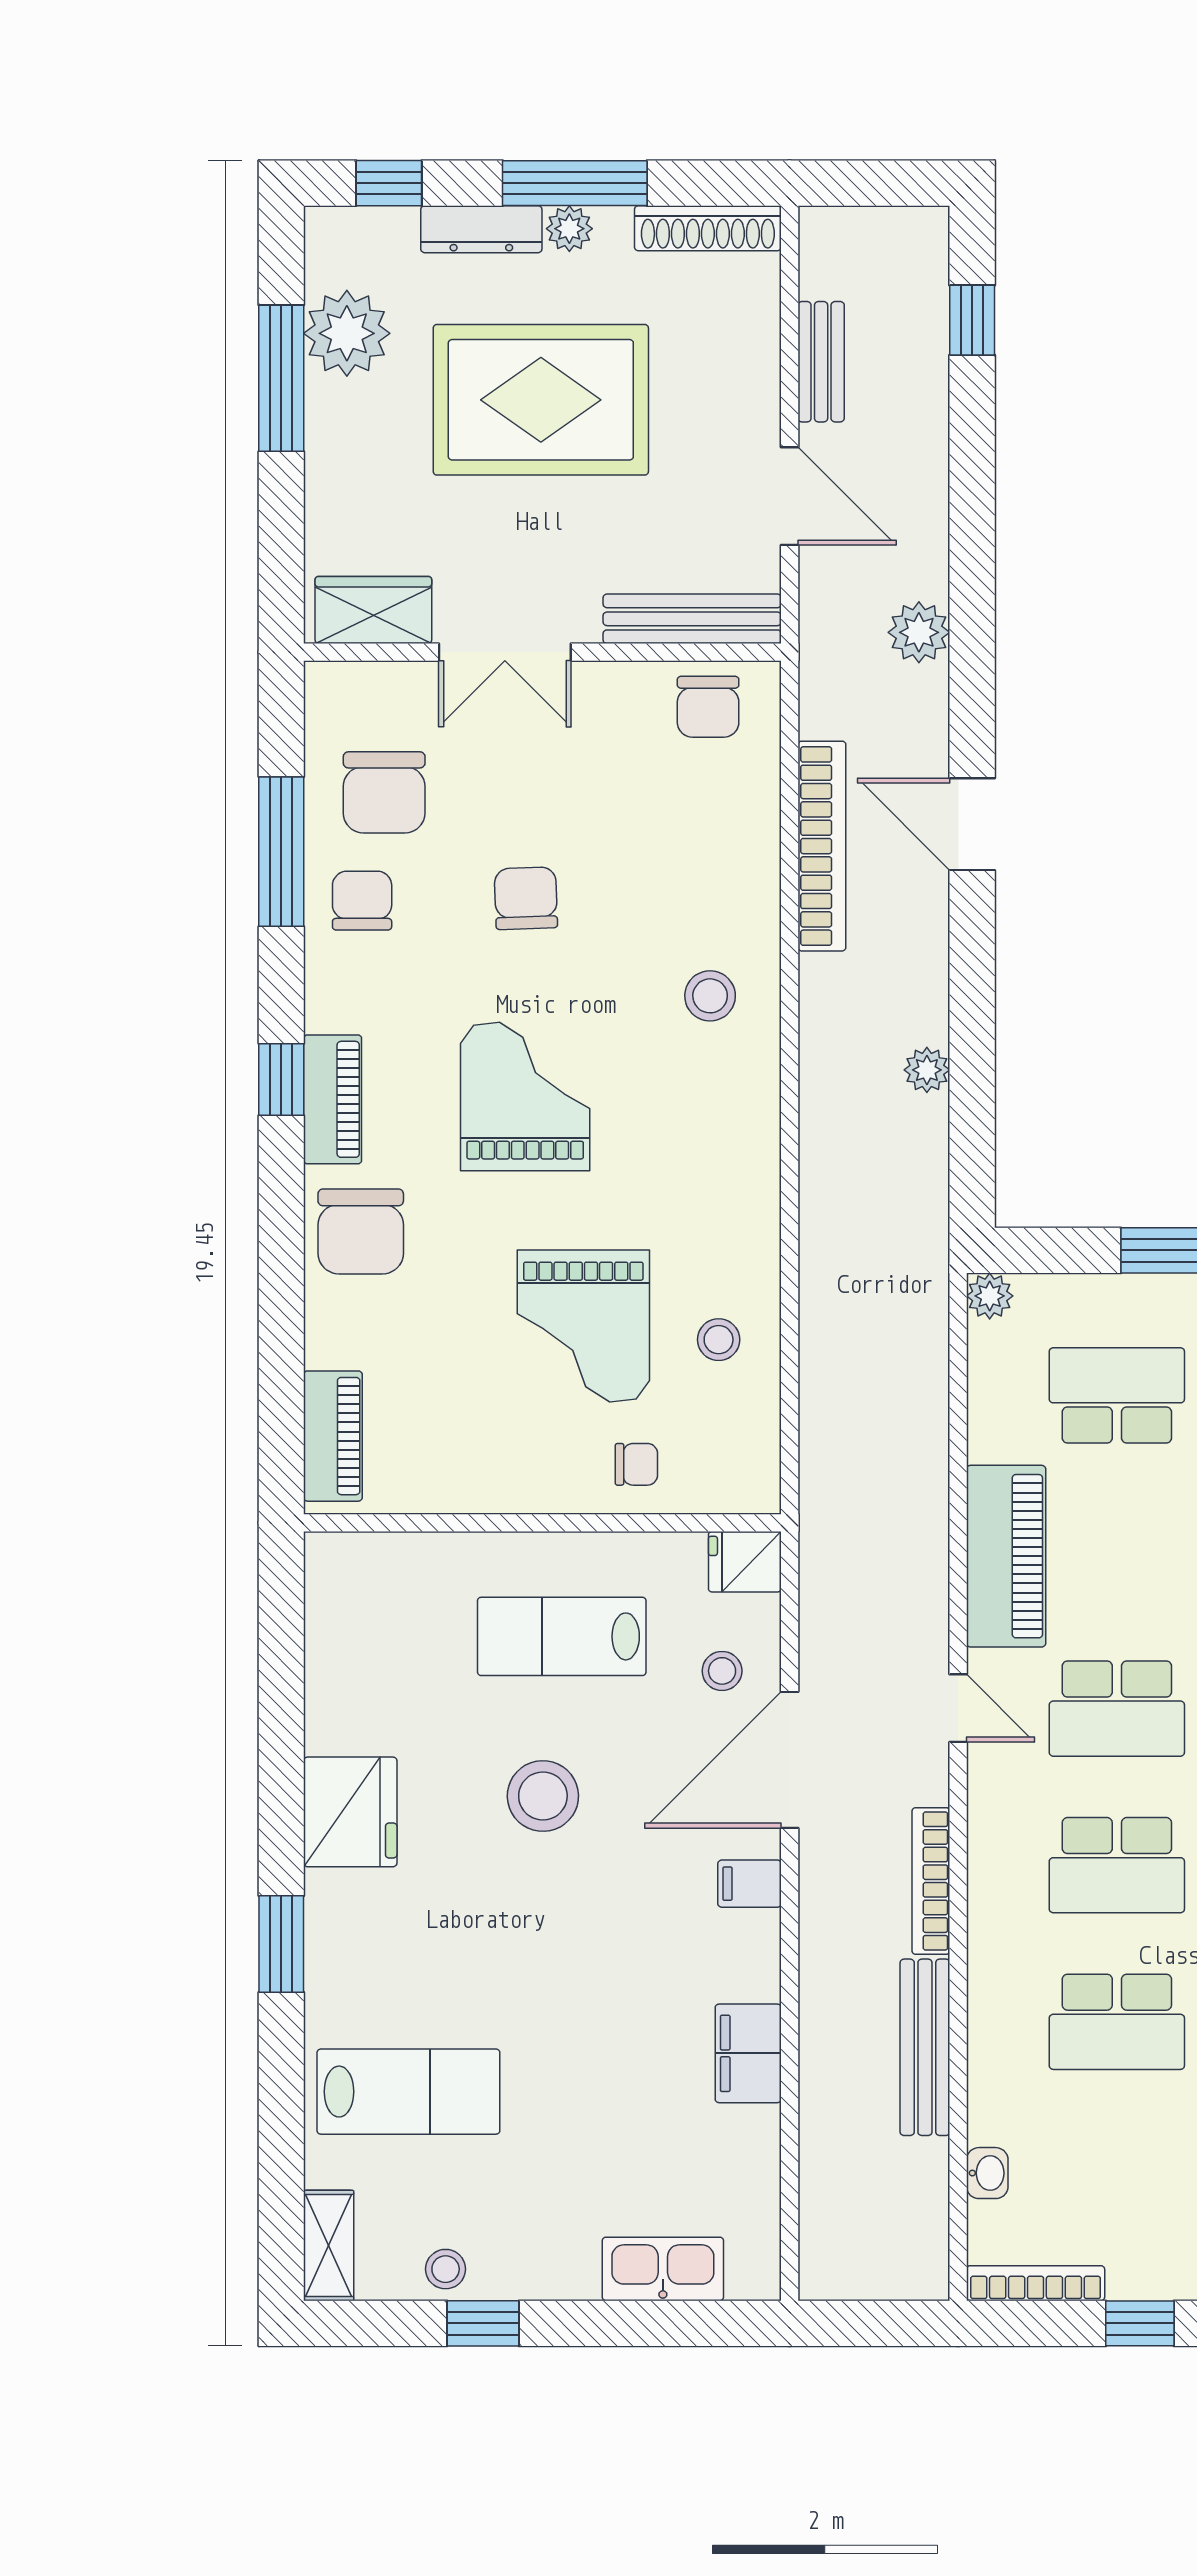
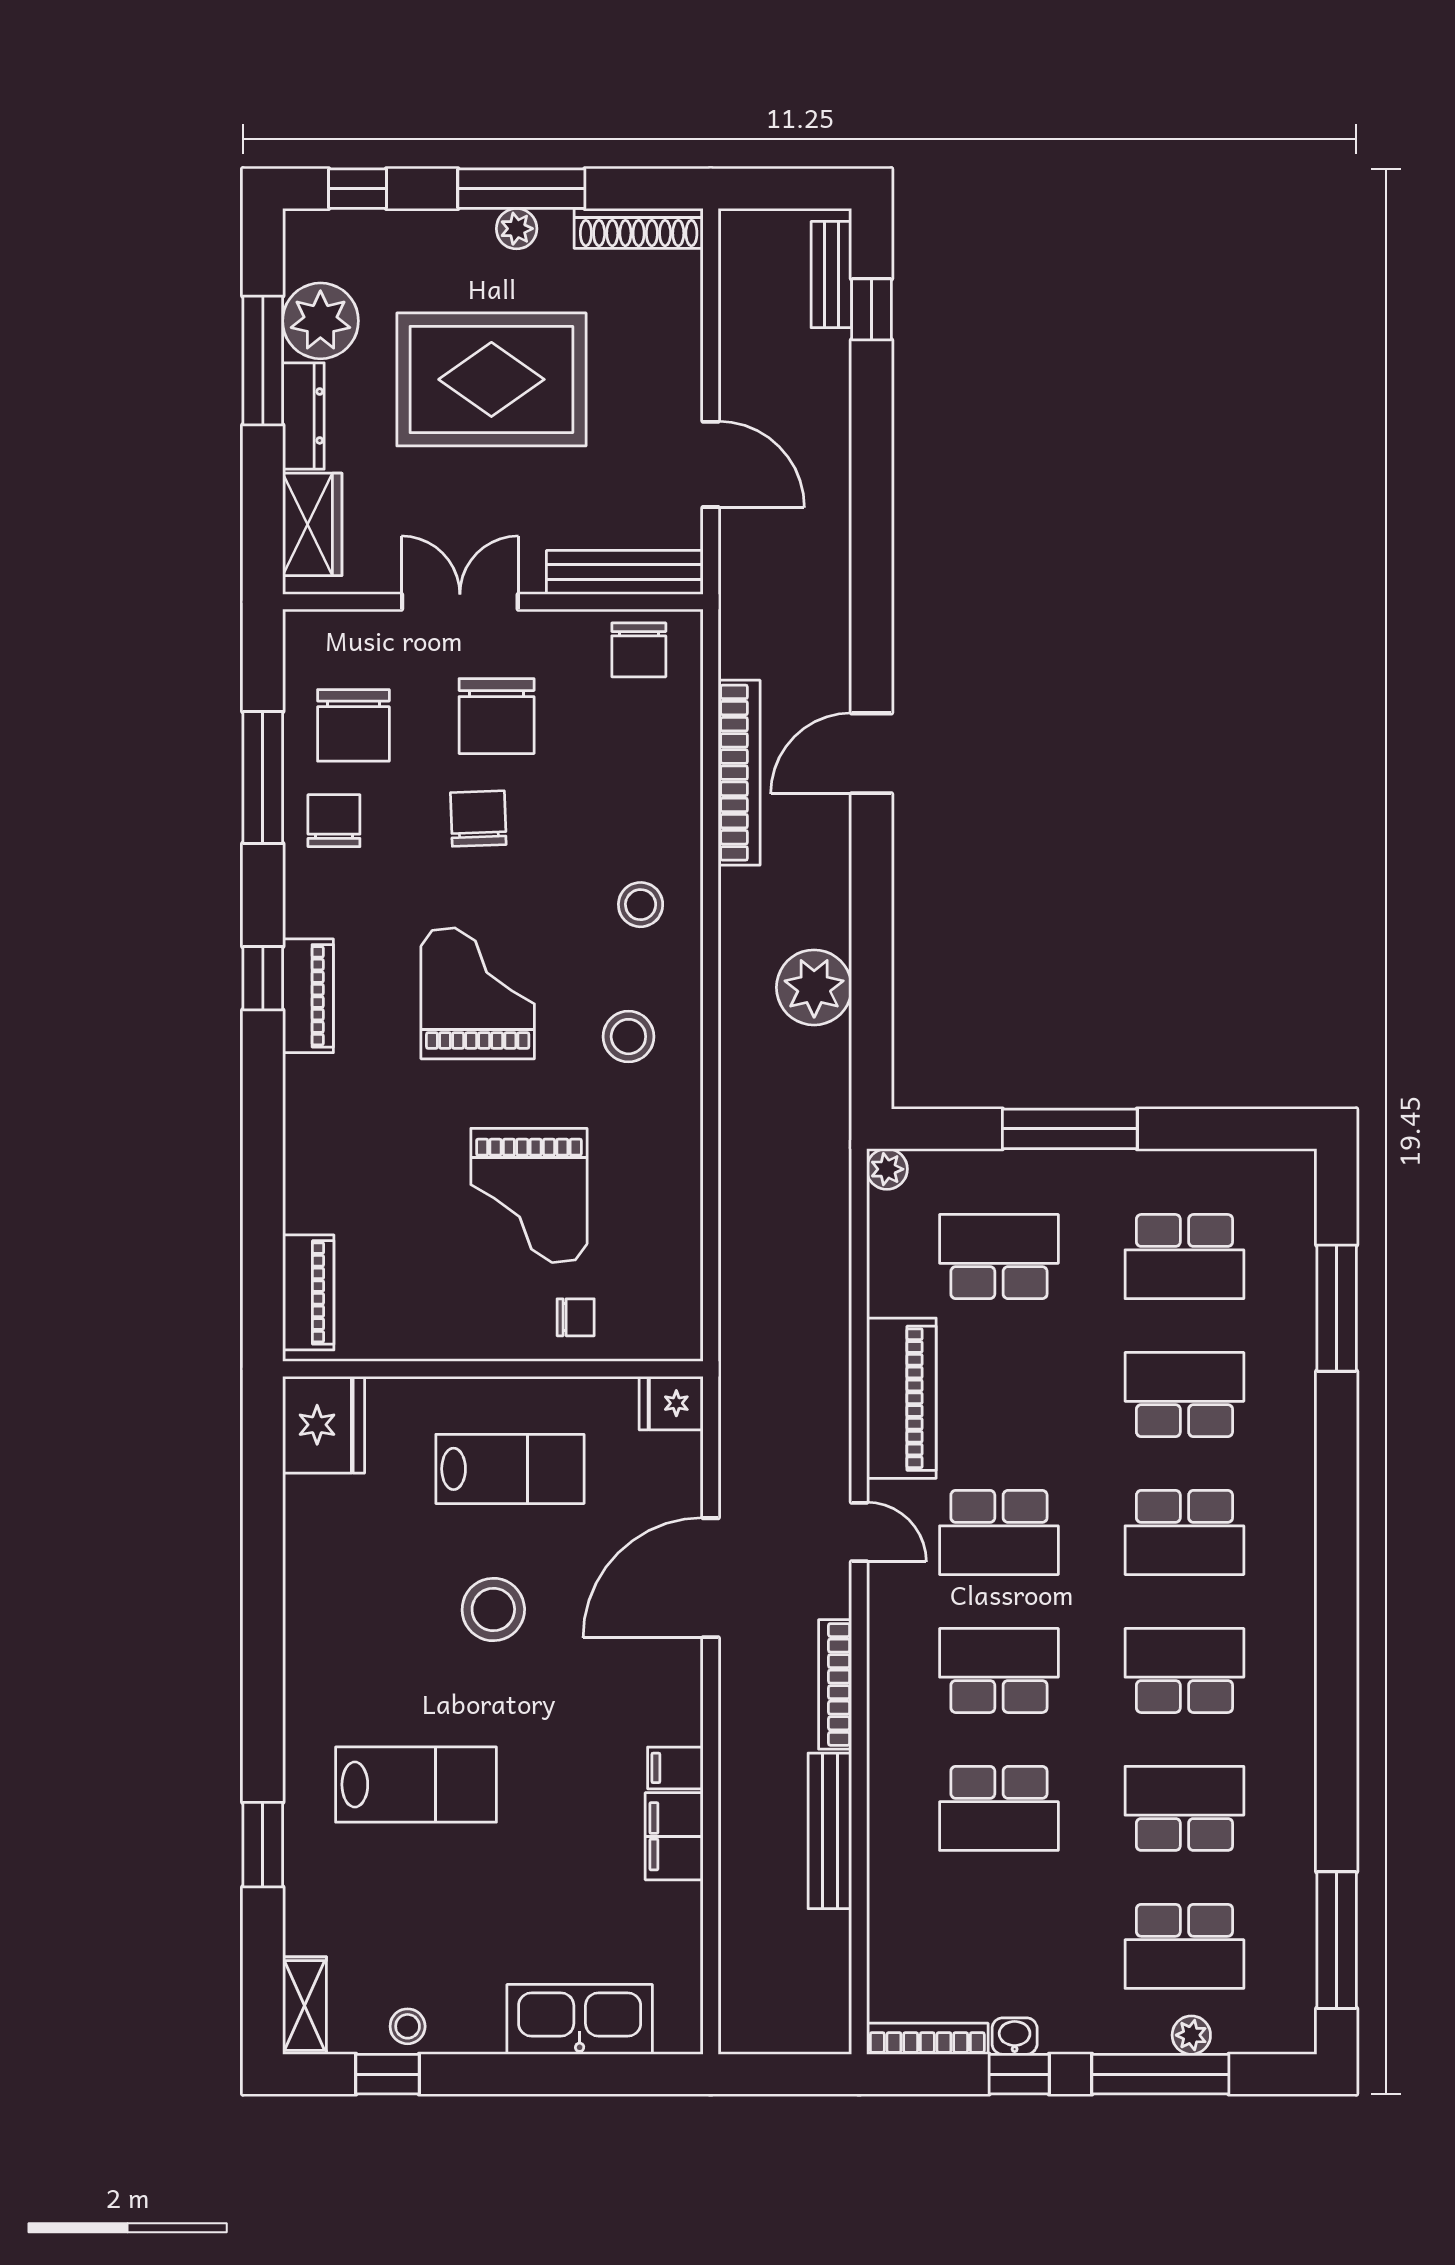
dresser: (481, 229) -> (303, 416), moved, turned -90
bench: (821, 362) -> (831, 275), moved
wardrobe: (373, 610) -> (312, 524), moved, turned 90
plant: (919, 632) -> (825, 584), removed
double door: (505, 652) -> (460, 602), swing flipped
door: (972, 824) -> (871, 753), hinge flipped
plant: (927, 1070) -> (814, 987), width x1.88, depth x1.88
chair: (361, 1231) -> (497, 716), moved
stool: (719, 1340) -> (628, 1037), moved, width x1.37, depth x1.37
lab bench: (562, 1636) -> (510, 1469), turned 180
stool: (722, 1671) -> (651, 1499), removed
fridge: (350, 1812) -> (324, 1425), moved
school desk: (1117, 1865) -> (999, 1670), turned 180
filing cabinet: (750, 1884) -> (675, 1768), moved
window: (281, 1944) -> (263, 1845), moved
lab bench: (408, 2092) -> (416, 1785), moved
washbasin: (987, 2173) -> (1015, 2036), moved, turned -90
kitchen sink: (663, 2269) -> (580, 2019), width x1.36, depth x1.24
window: (483, 2323) -> (388, 2074), moved

